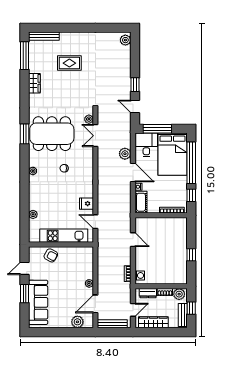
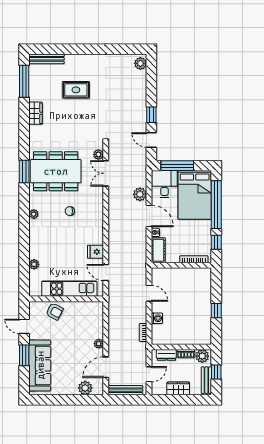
door: (25, 268) -> (24, 326), hinge flipped
washing machine: (140, 275) -> (157, 318), moved
wardrobe: (153, 322) -> (178, 388), width x0.67

